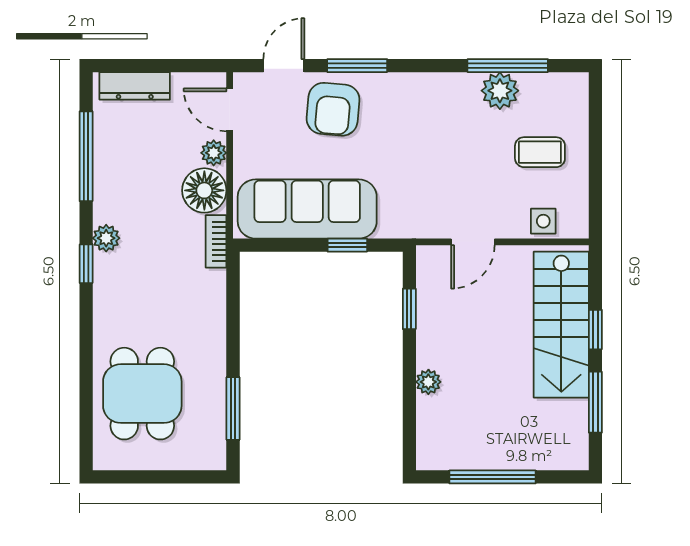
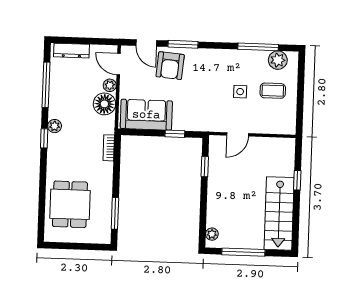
door: (284, 66) -> (146, 43), swing flipped
plant: (500, 91) -> (278, 60), moved
sofa: (307, 209) -> (146, 115), width x0.73
side table: (543, 221) -> (240, 92), moved
bookcase: (216, 241) -> (109, 148), moved
stairs: (561, 325) -> (279, 213), moved
plant: (428, 382) -> (212, 234), moved
window: (595, 402) -> (296, 216), removed

